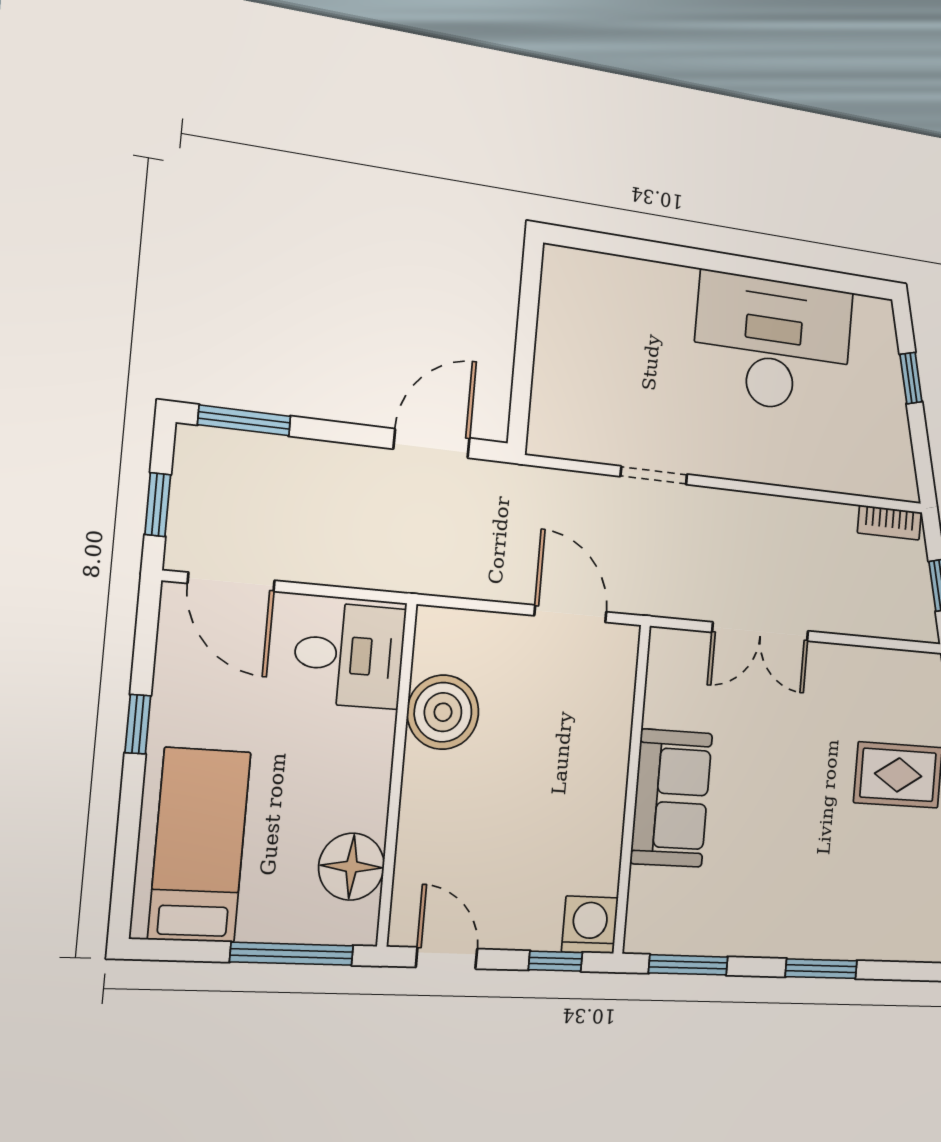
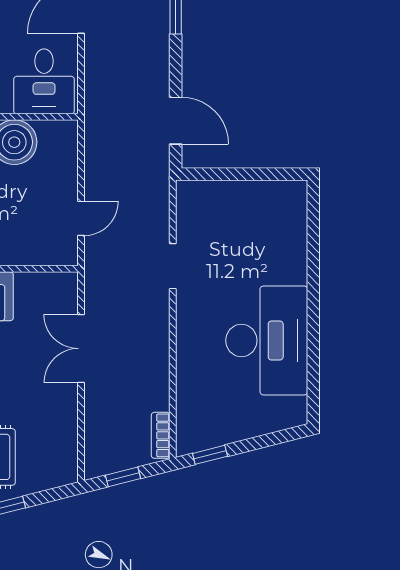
window: (911, 378) -> (210, 455), moved
door: (570, 614) -> (81, 218), width x0.73

